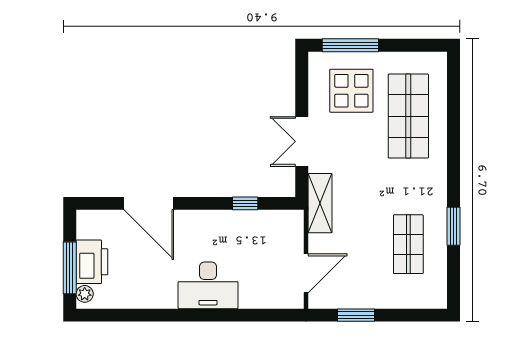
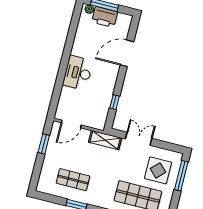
door: (306, 273) -> (71, 124), hinge flipped

